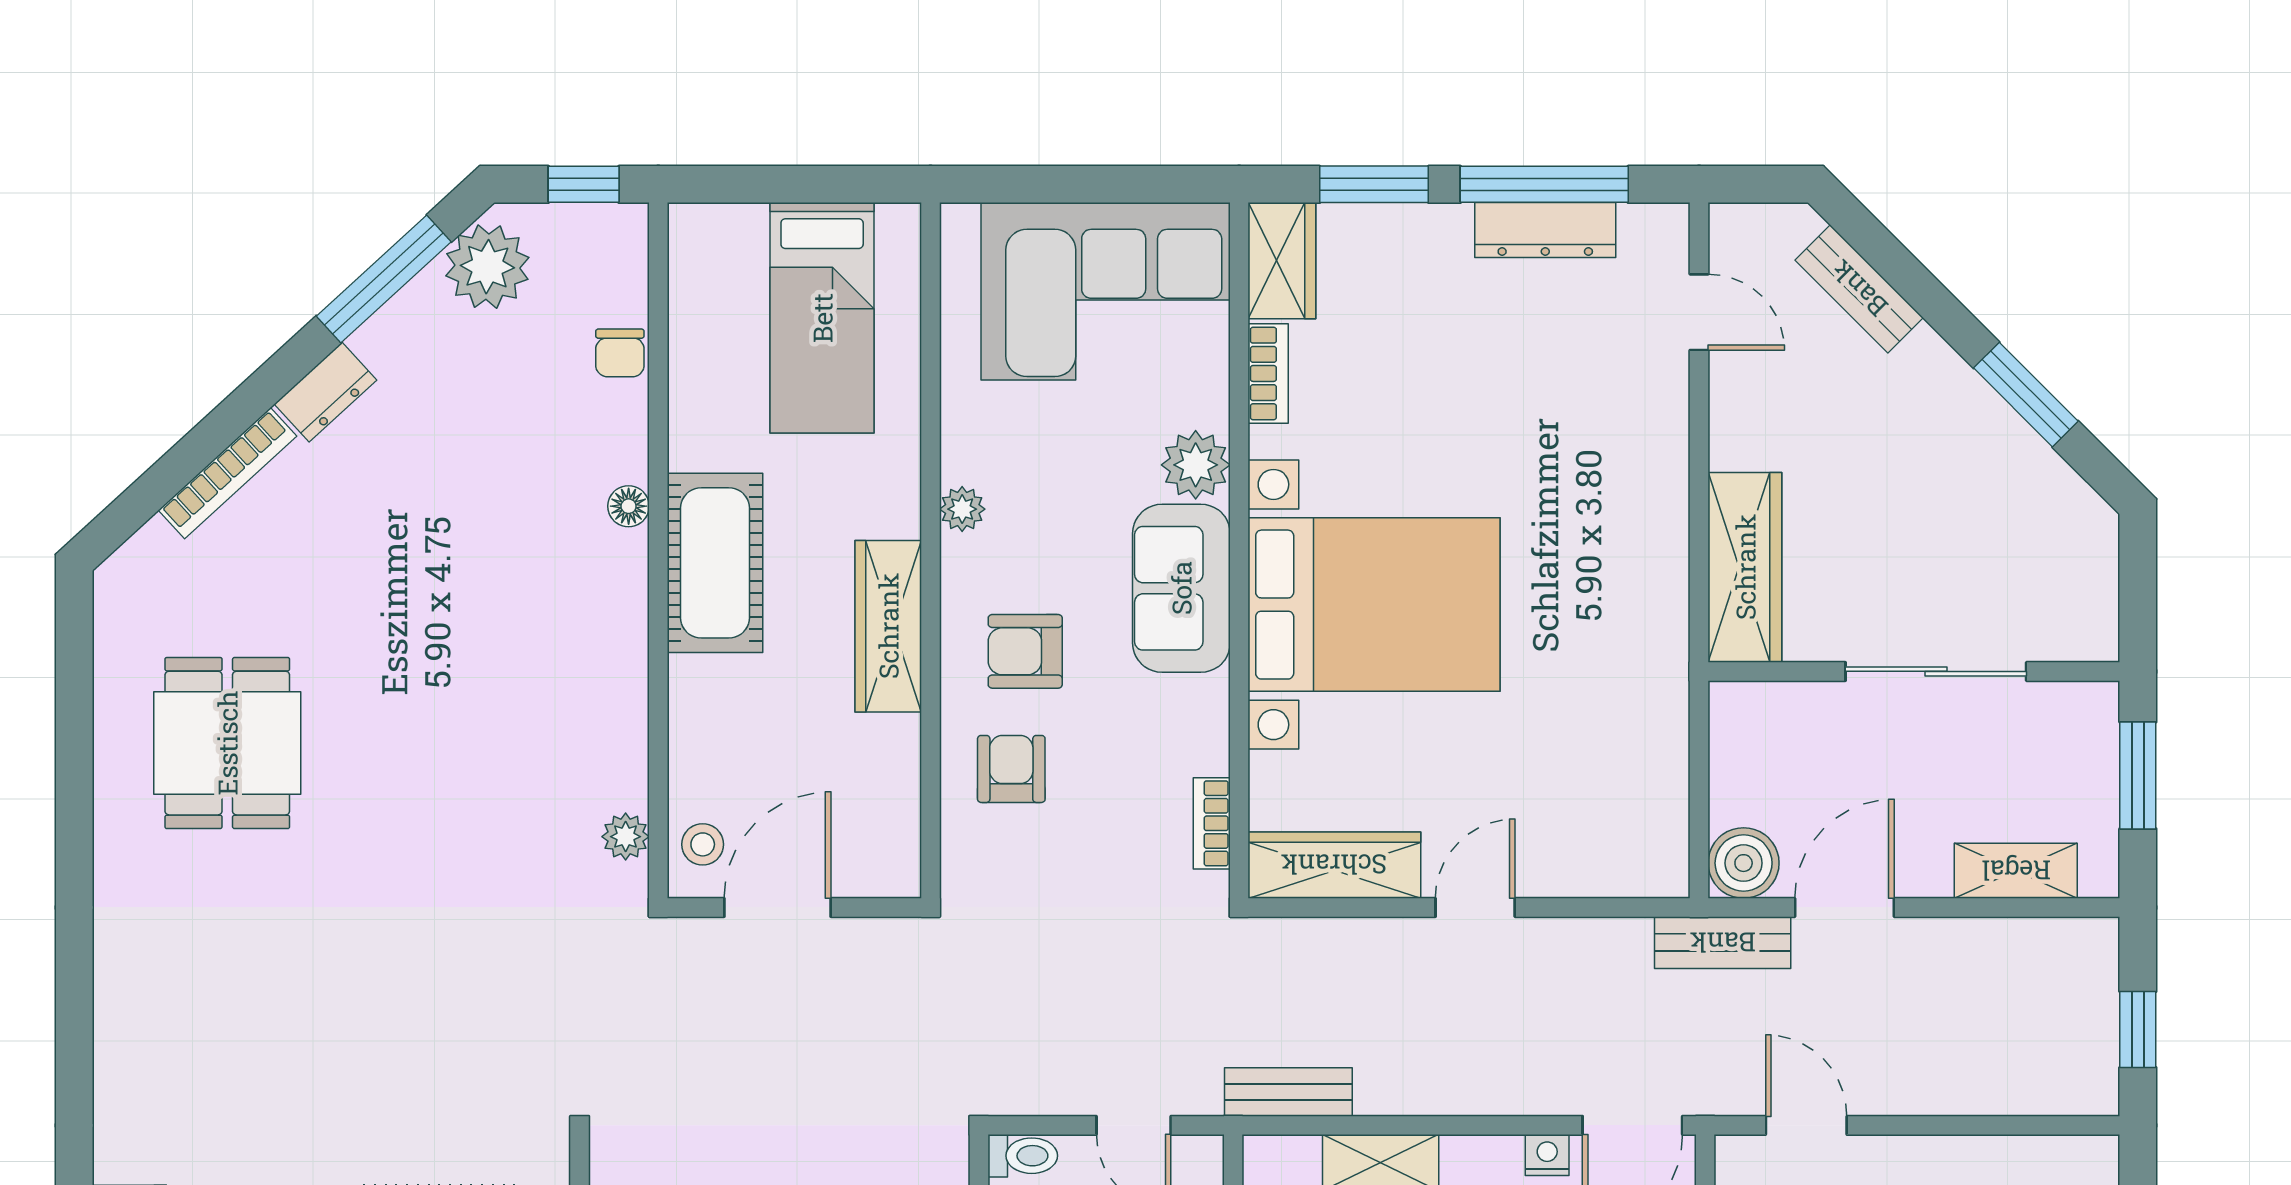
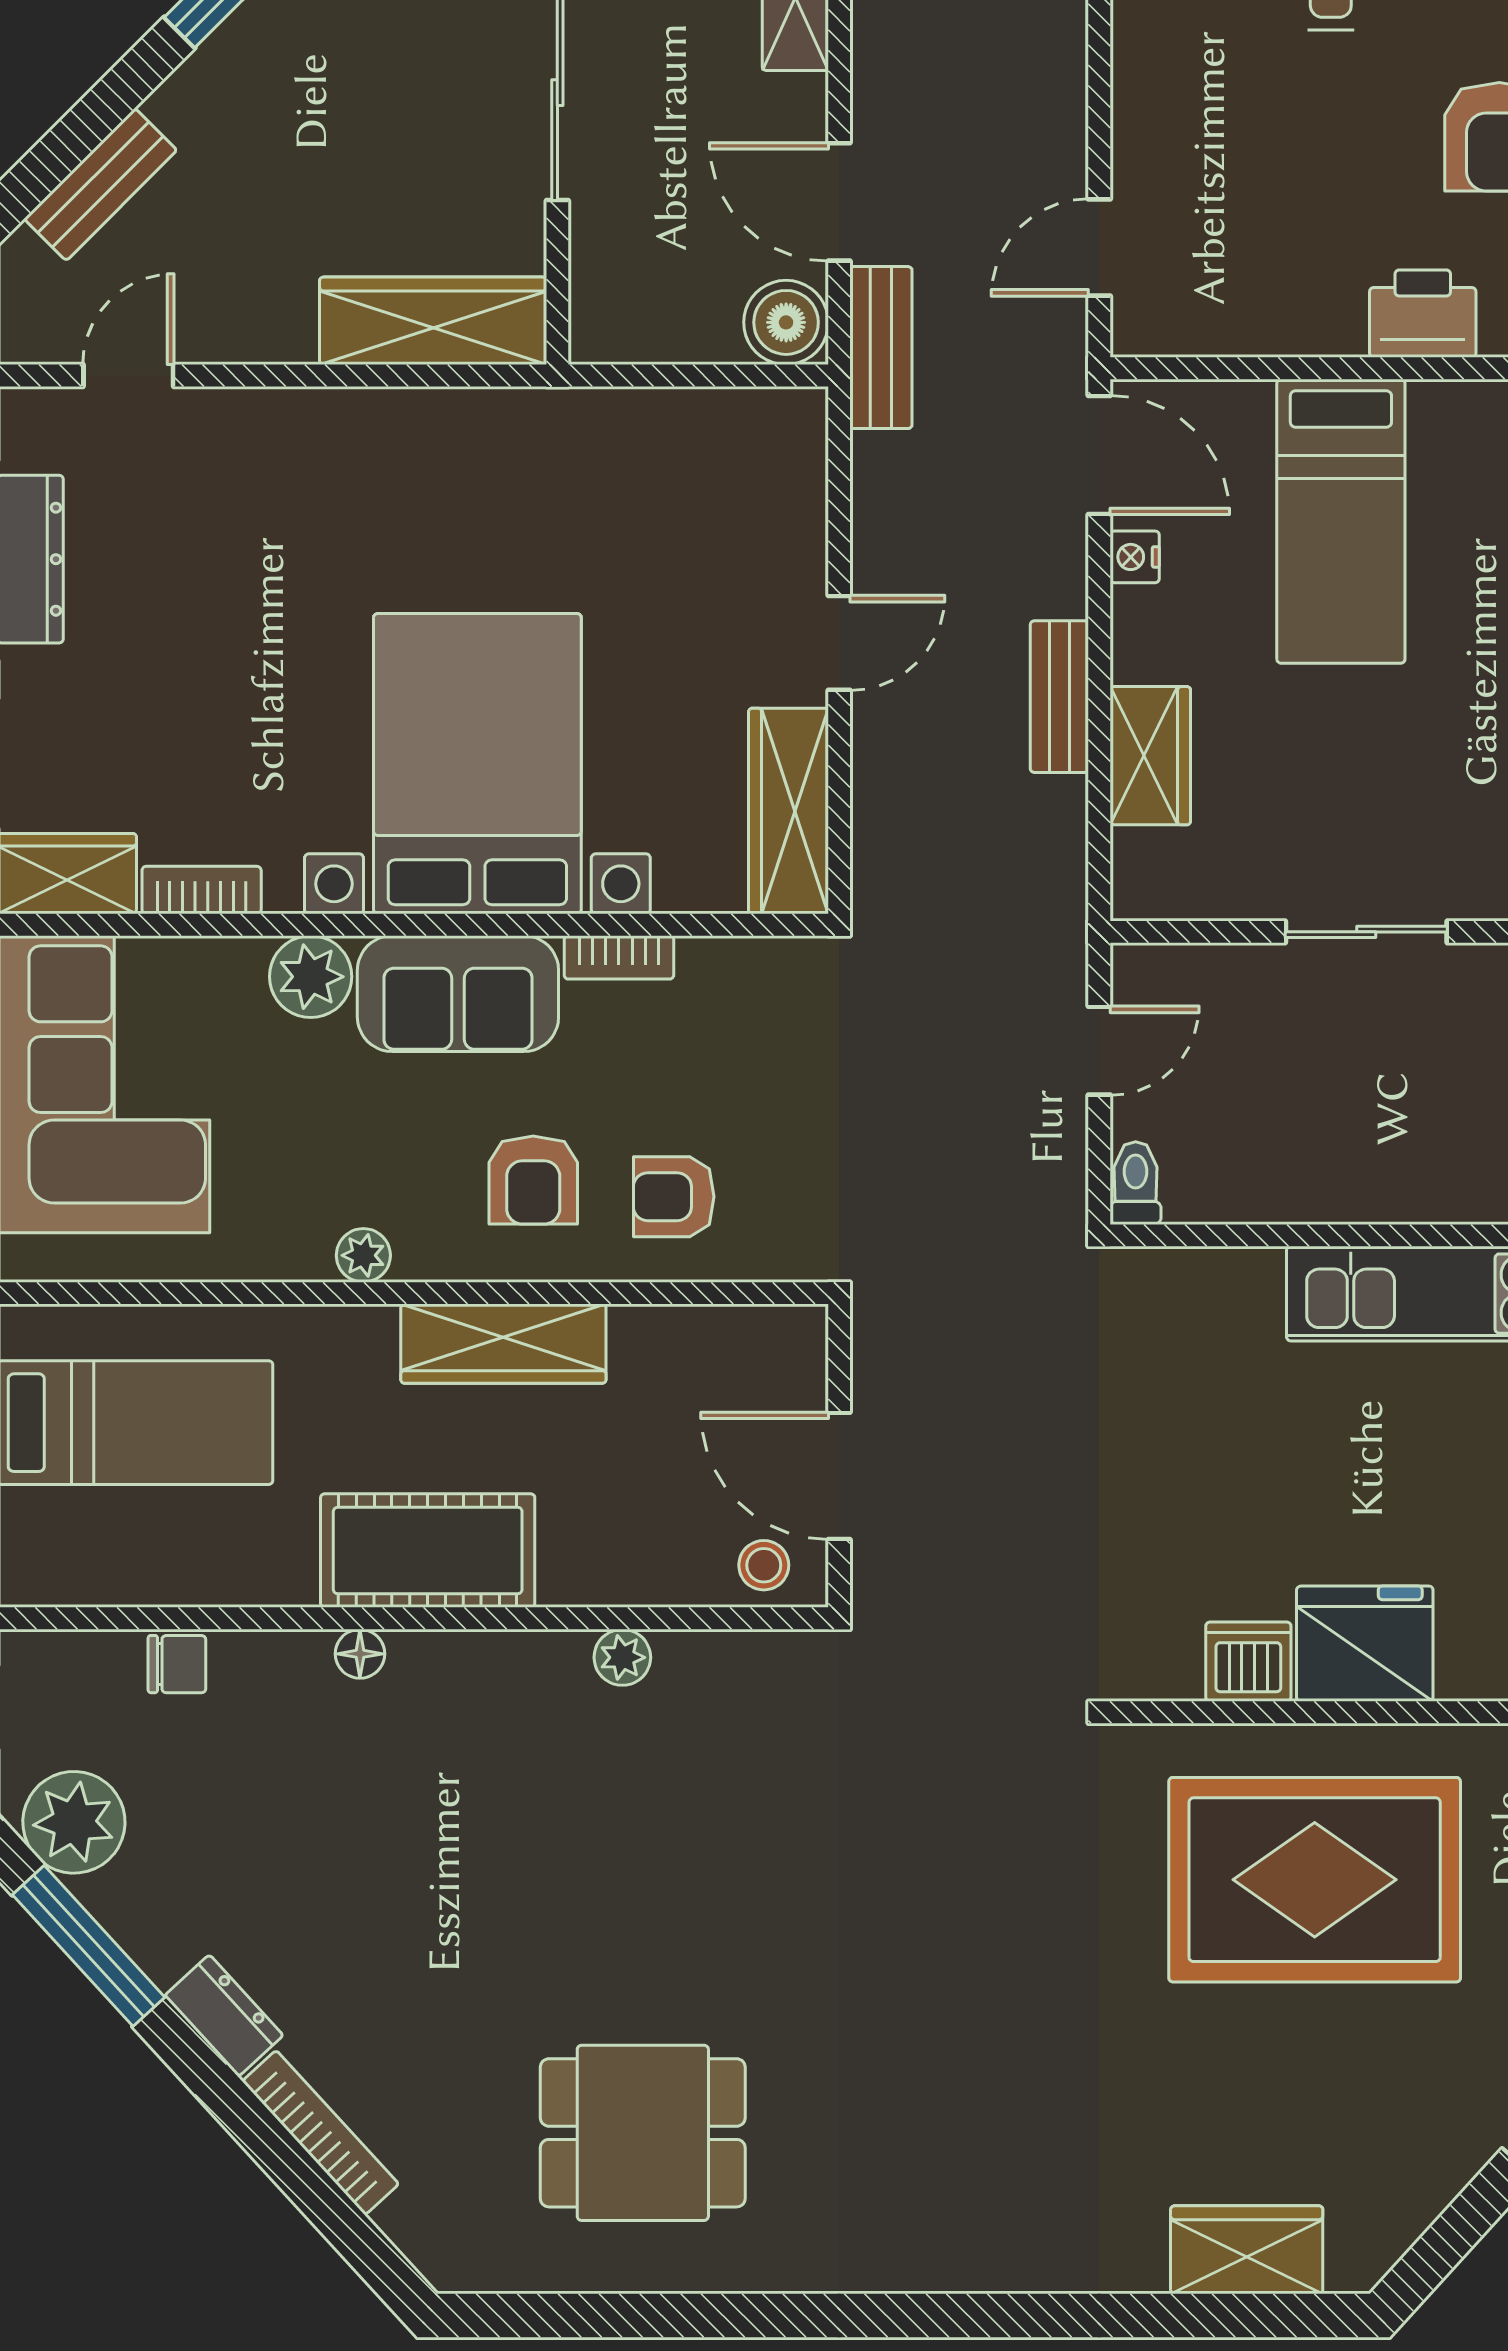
bookcase: (1212, 823) -> (619, 957), moved
plant: (626, 837) -> (622, 1657), moved
door: (1475, 907) -> (839, 643), swing flipped
bench: (1288, 1092) -> (1059, 697), moved

